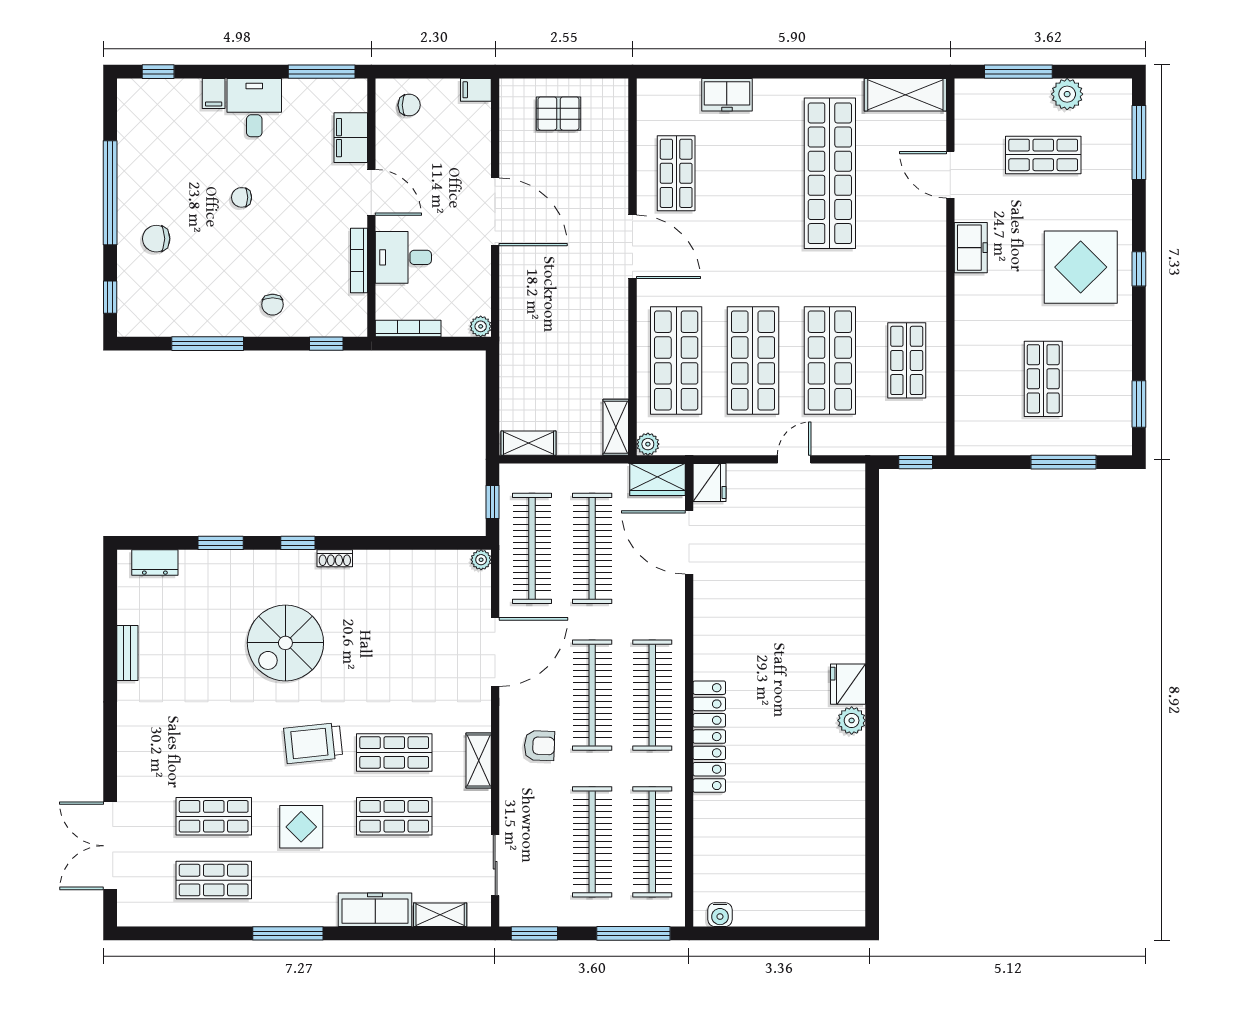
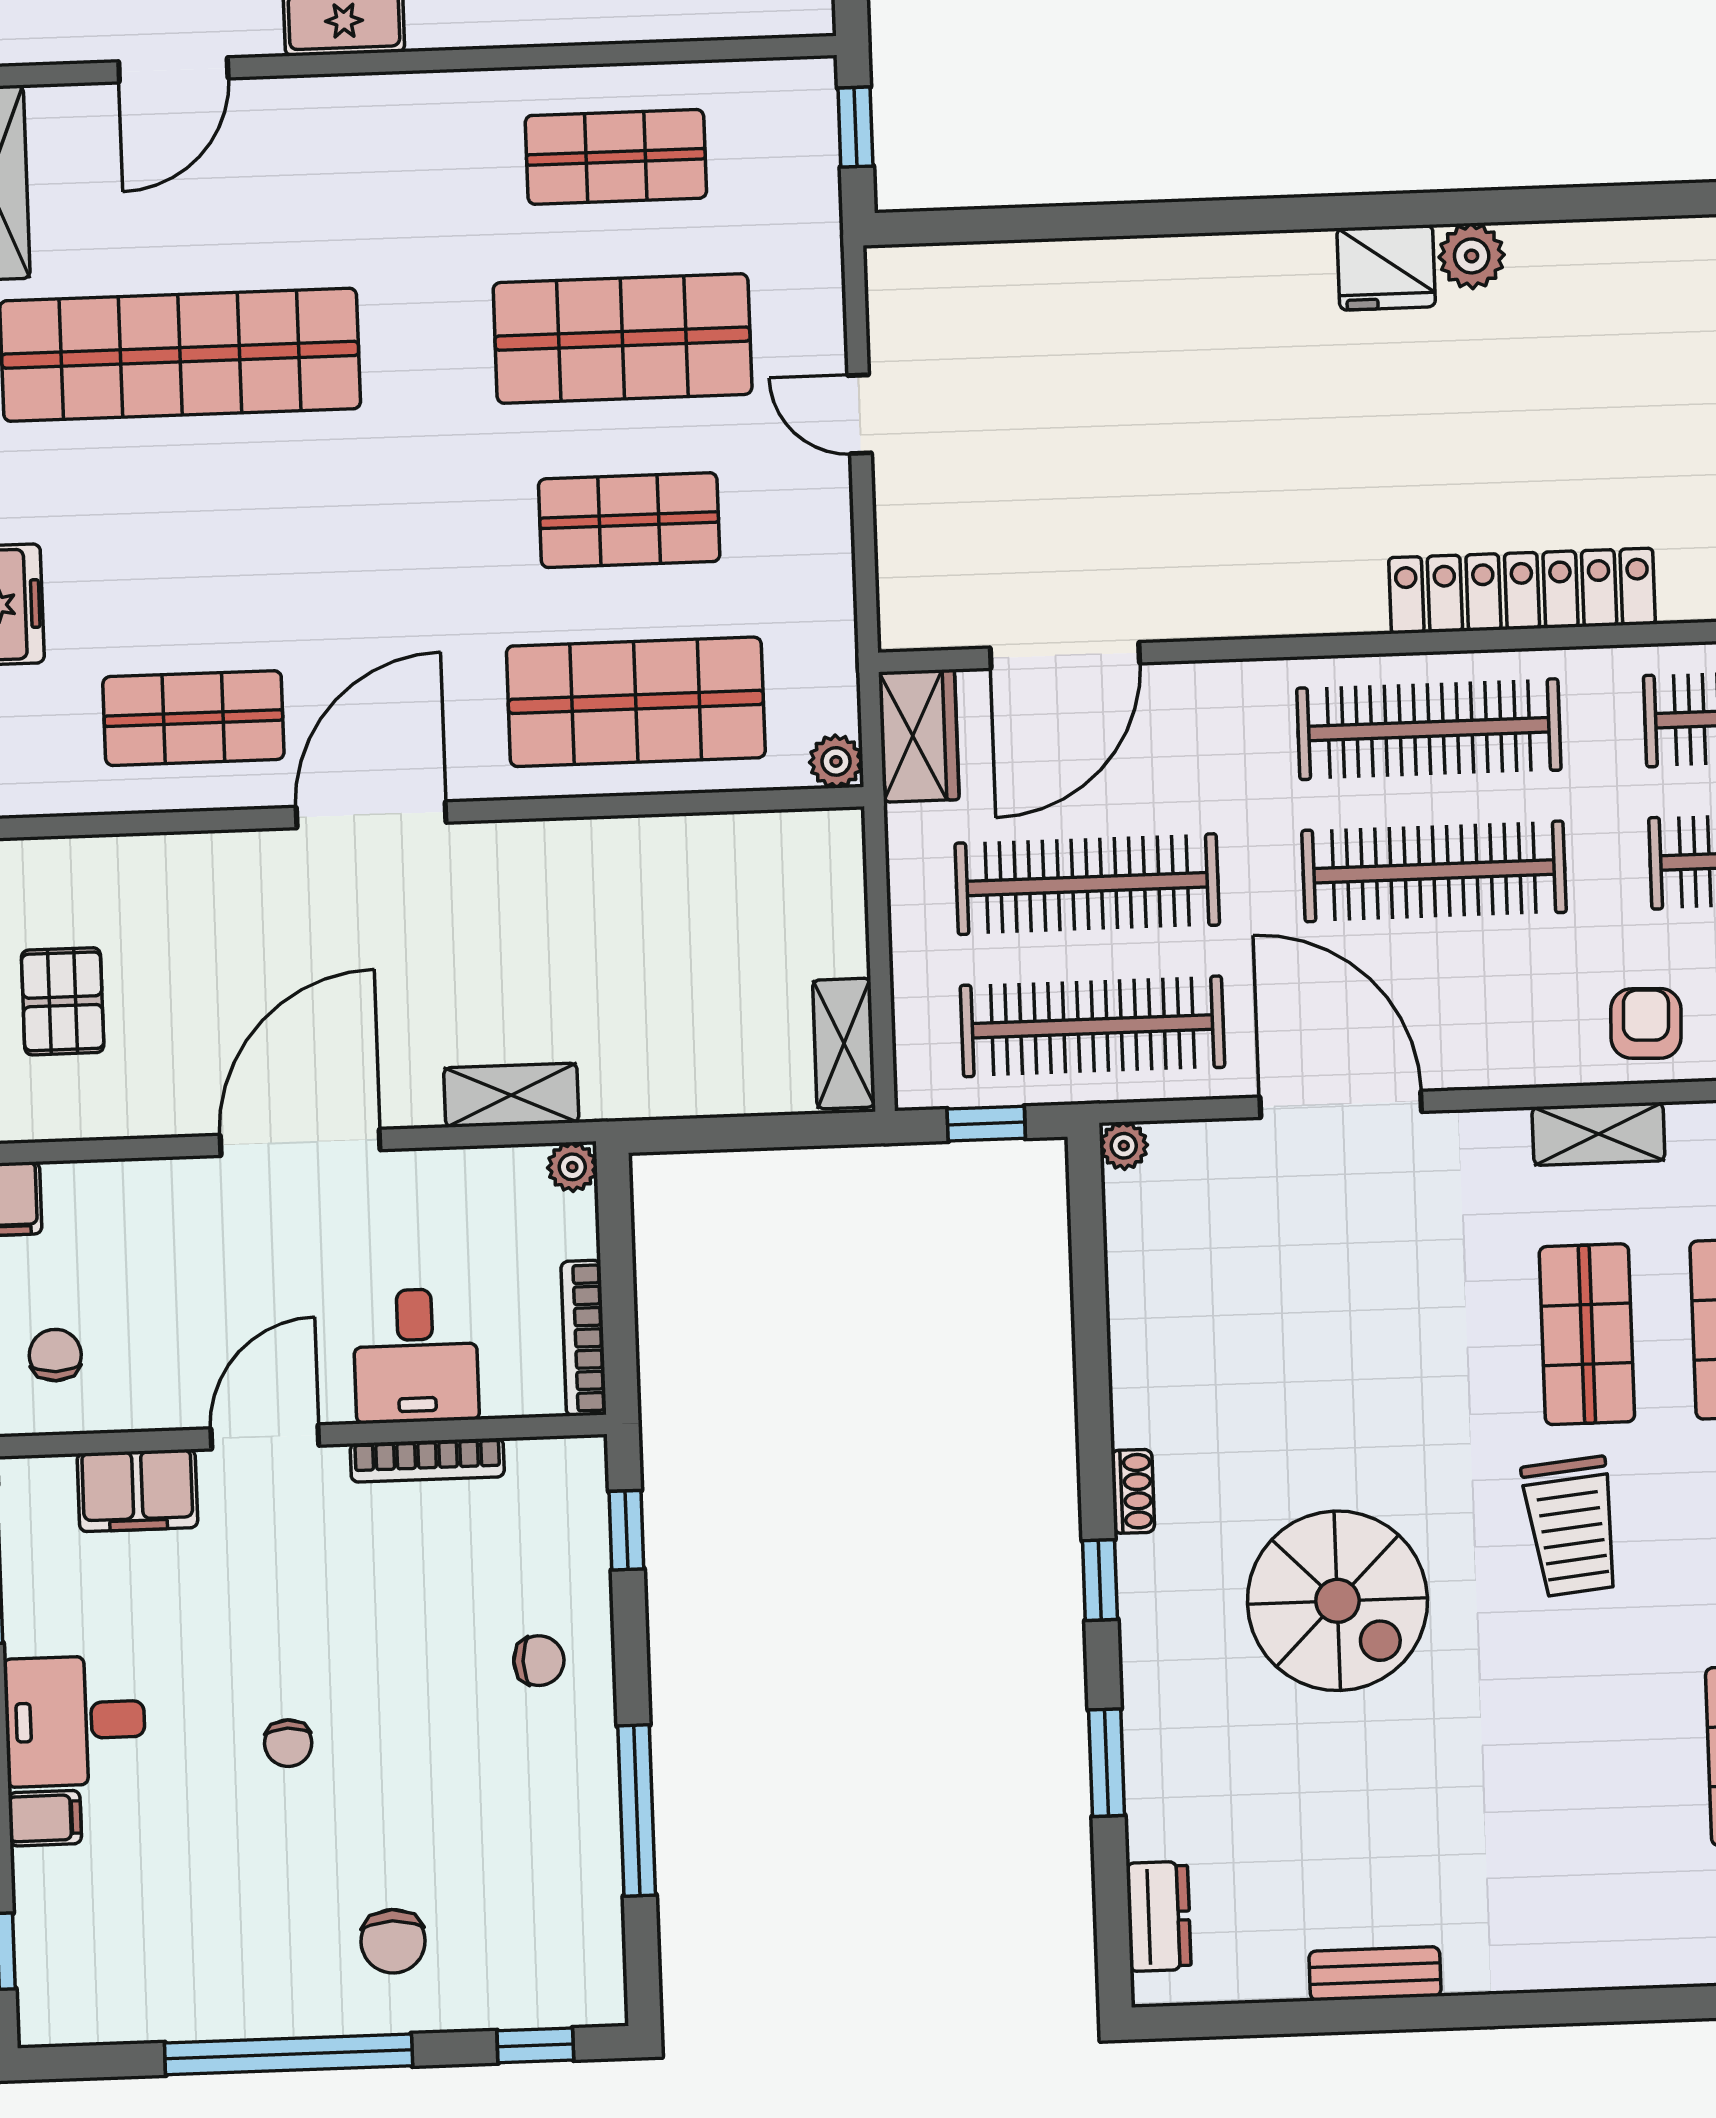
shop shelf: (753, 360) -> (629, 520), width x0.70, depth x0.74
shelving: (616, 427) -> (511, 1095), moved
fridge: (710, 483) -> (922, 612), removed
armchair: (539, 746) -> (1646, 1023), moved

